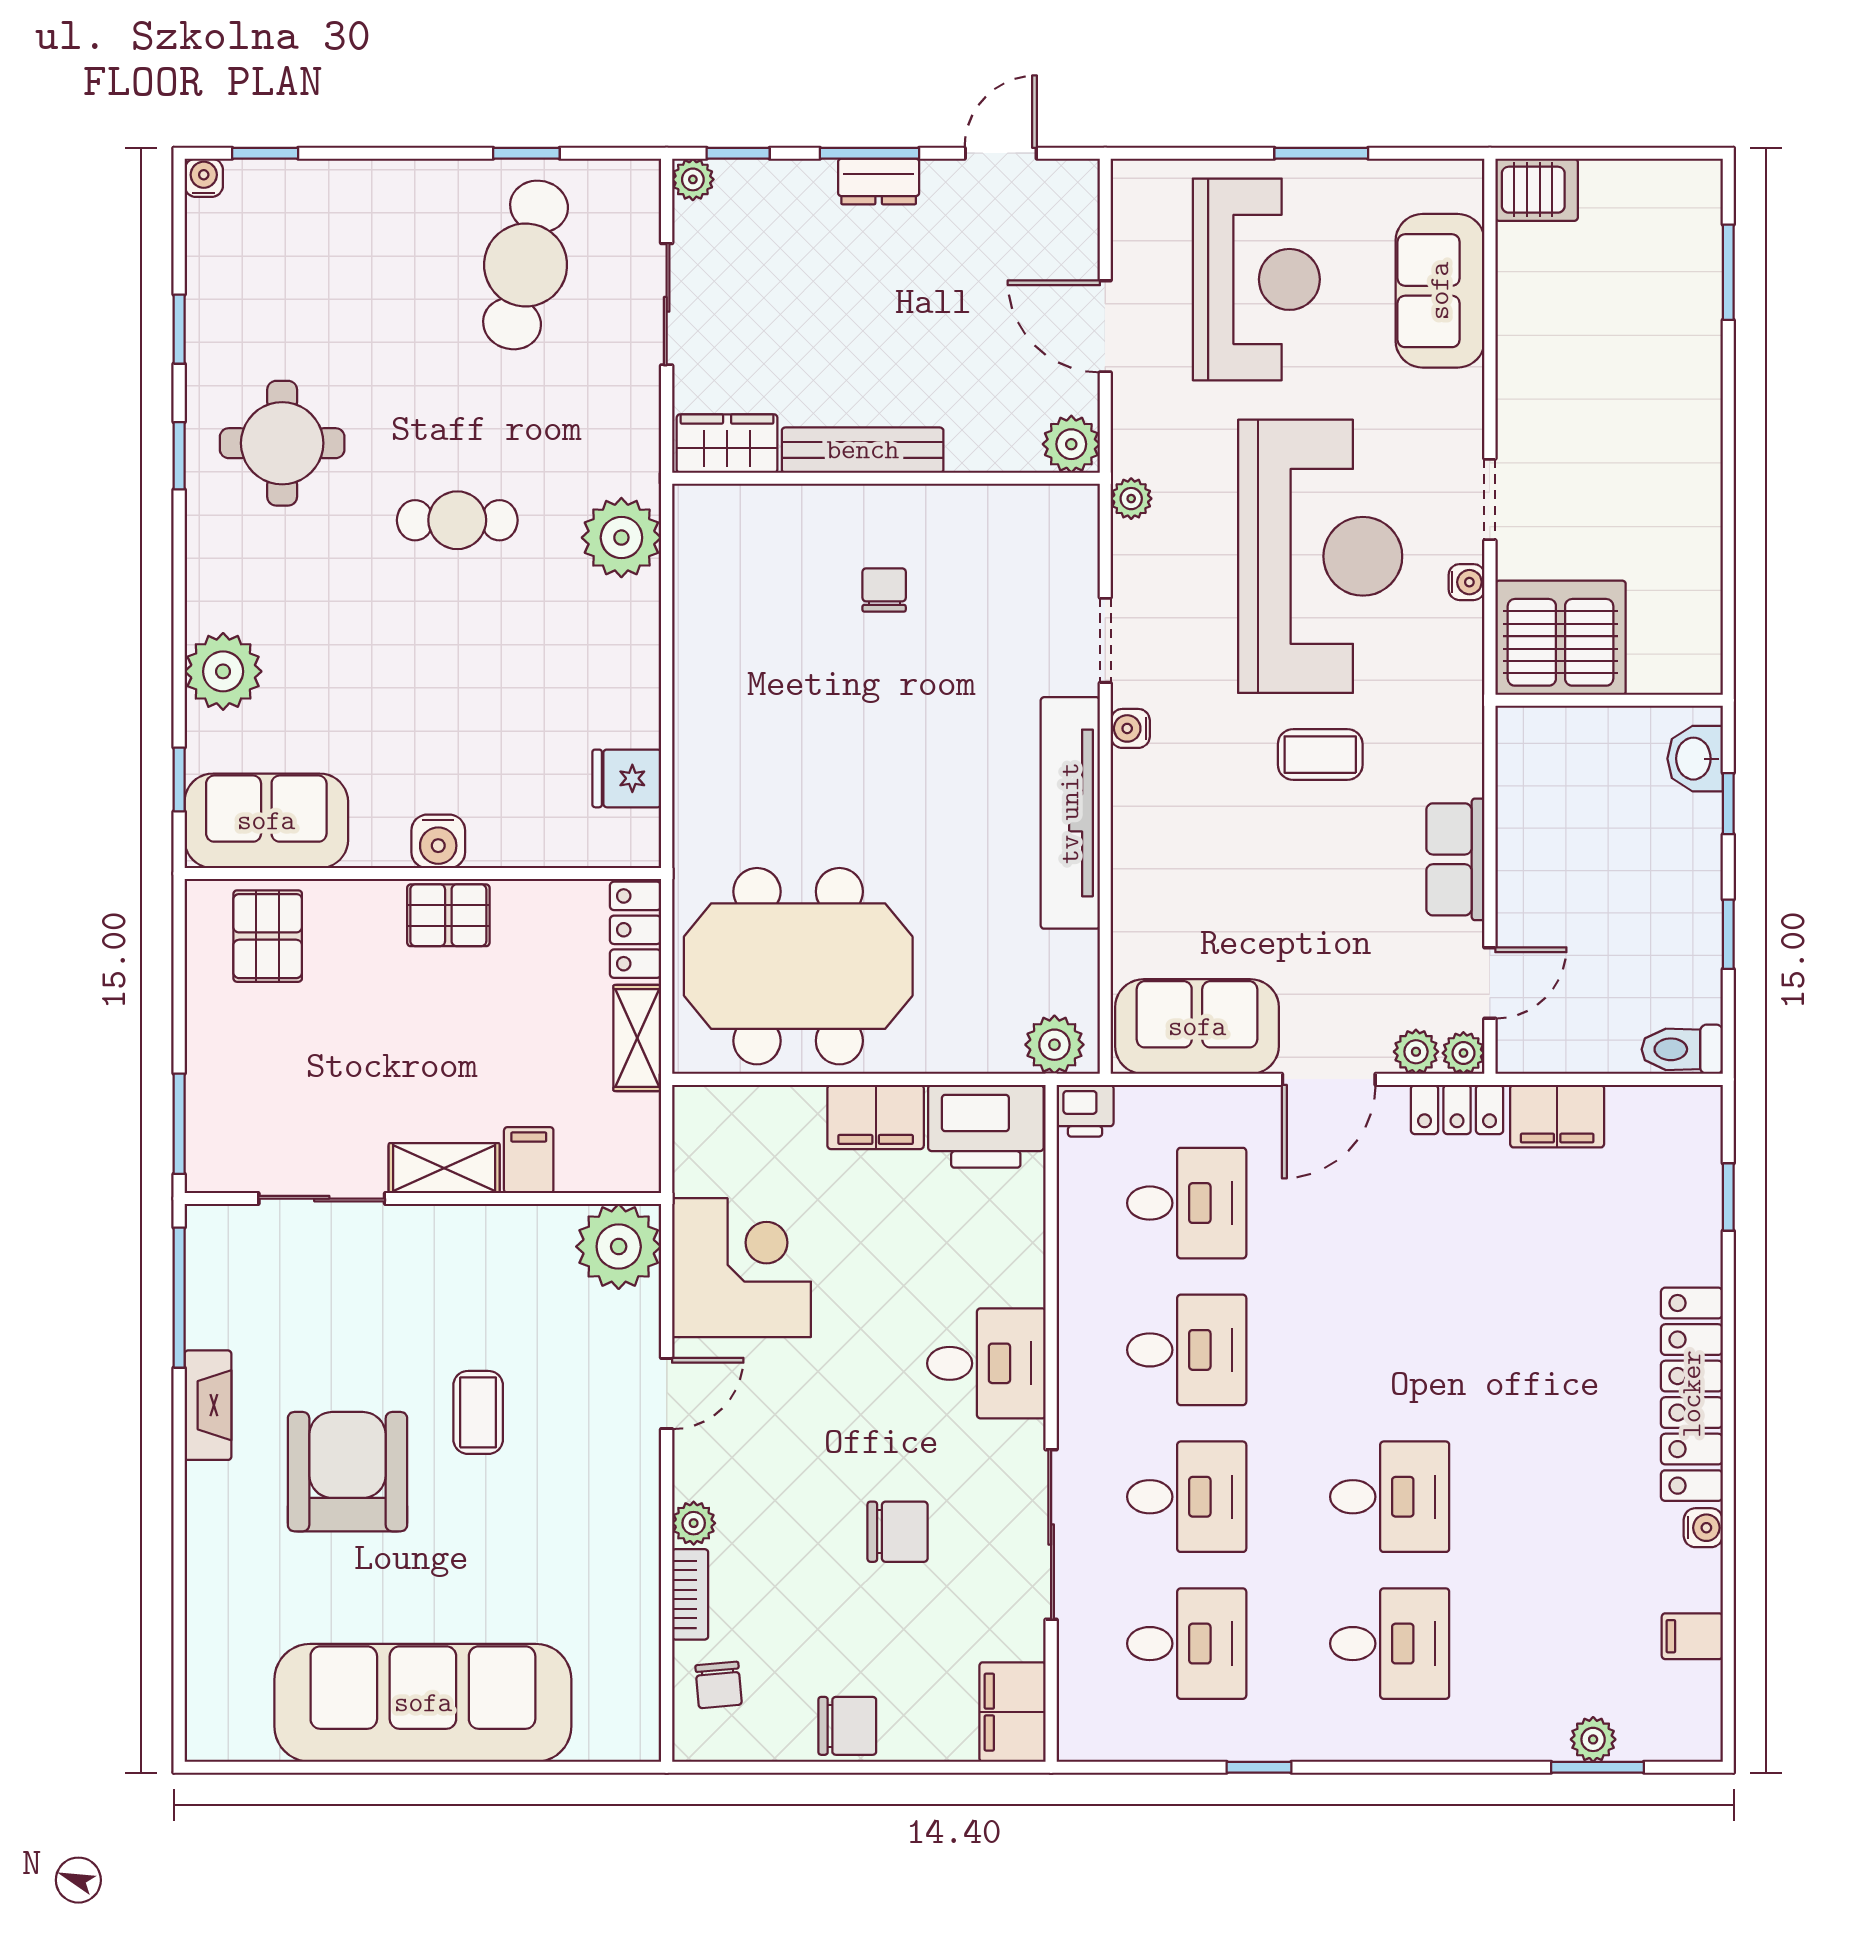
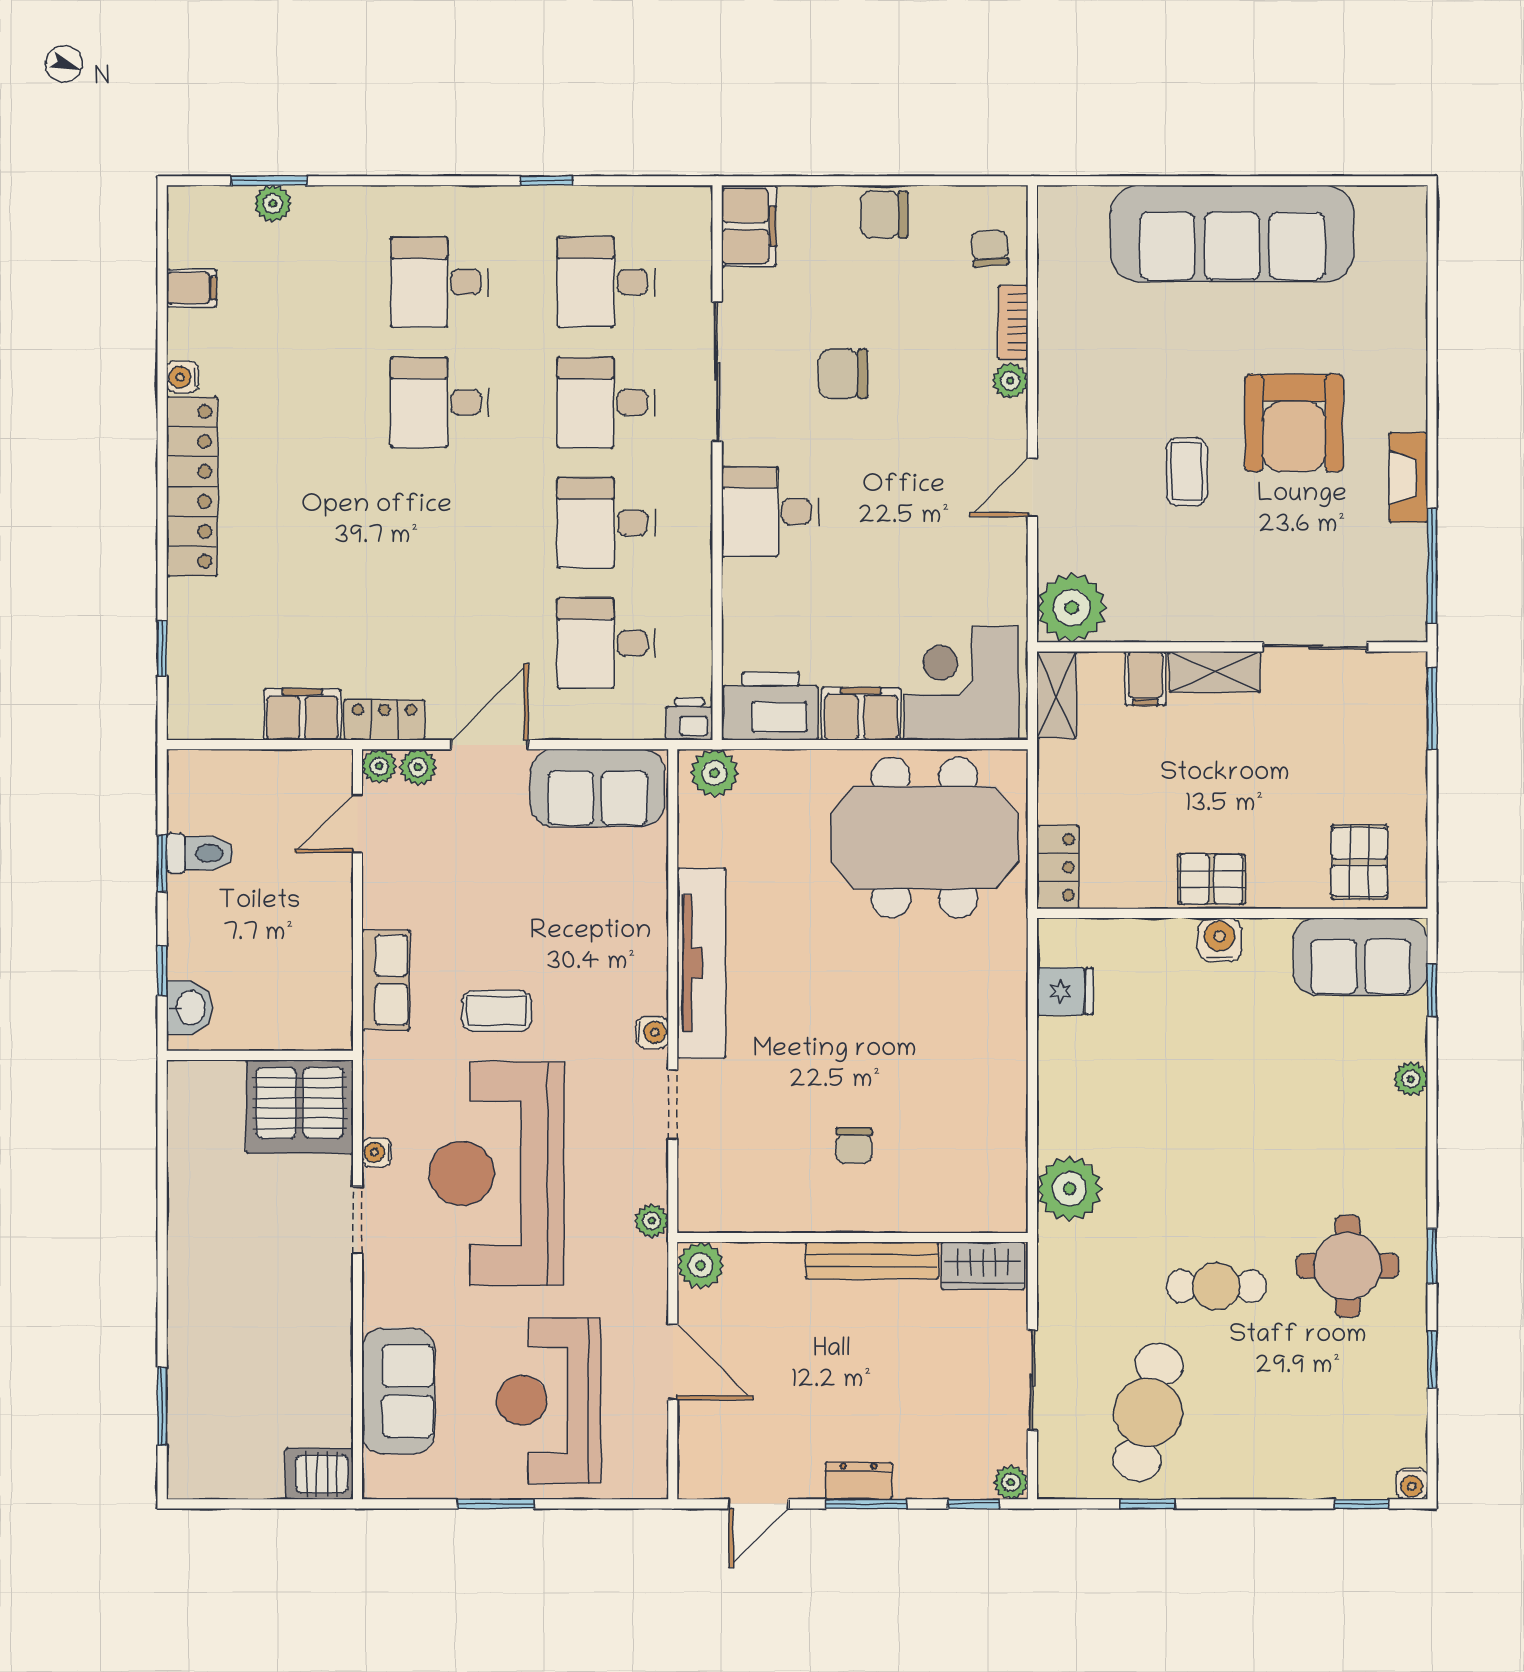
cafe table: (457, 520) -> (1216, 1286), moved
plant: (223, 671) -> (1411, 1079), width x0.53, depth x0.53
row of seats: (1455, 859) -> (386, 980), moved
shelving: (637, 1038) -> (1056, 695), moved
toilet: (1682, 1049) -> (200, 853), moved
corner desk: (741, 1268) -> (961, 683), moved, turned 90

